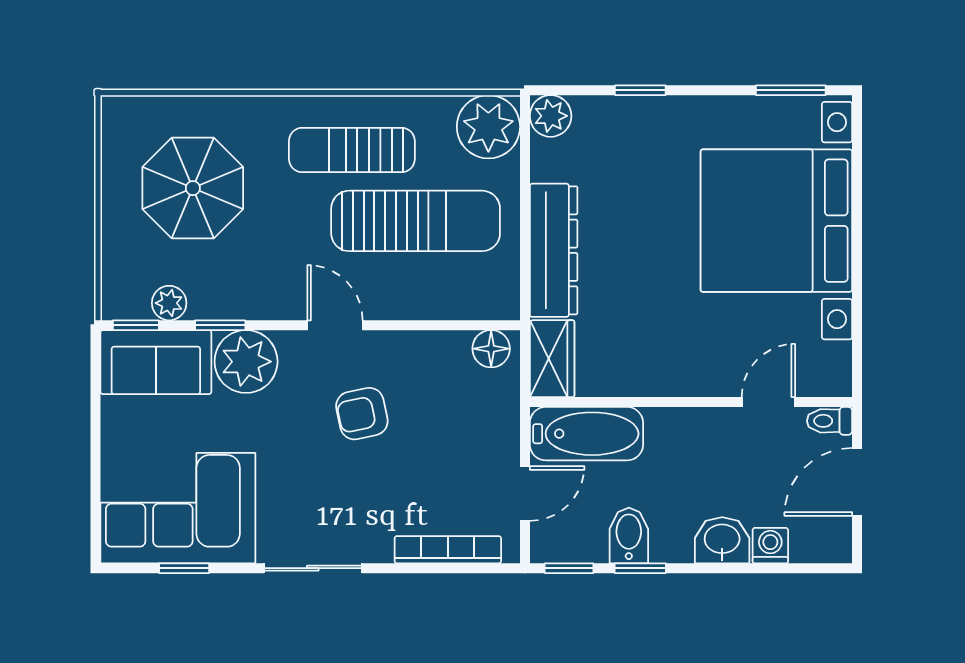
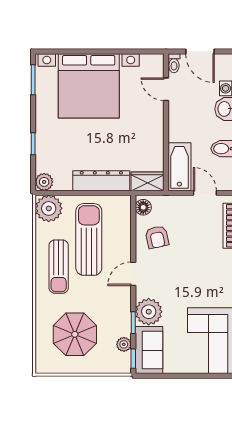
armchair: (362, 414) -> (157, 237), moved

